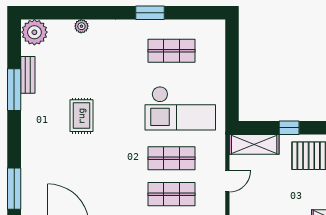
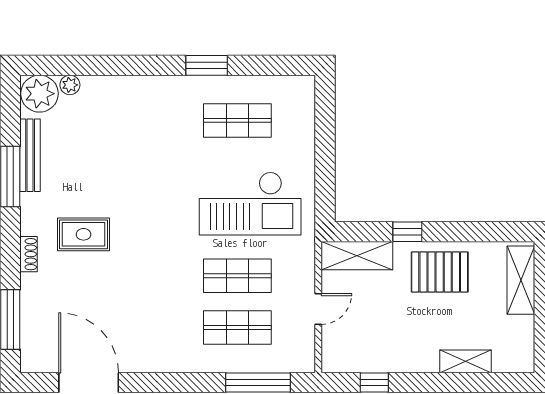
plant: (81, 26) -> (70, 85), moved
bench: (28, 75) -> (30, 155), width x1.36
rug: (81, 116) -> (84, 234), moved, turned 90
shoe rack: (27, 143) -> (28, 254), added

